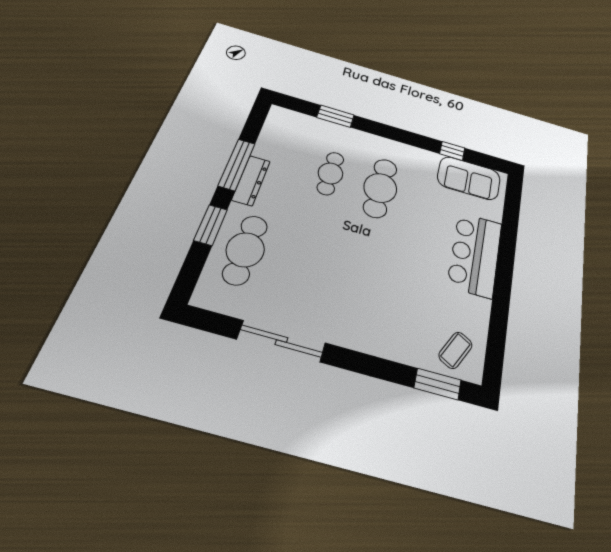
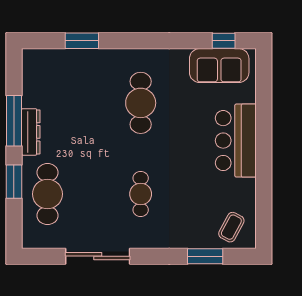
window: (452, 151) -> (224, 41), moved
cafe table: (330, 173) -> (141, 194), moved
window: (438, 384) -> (205, 256), moved

